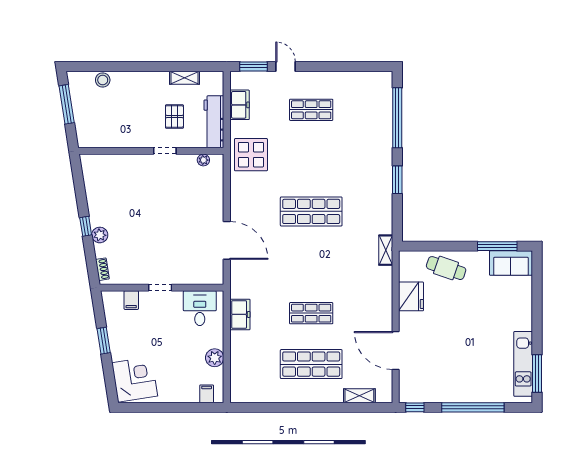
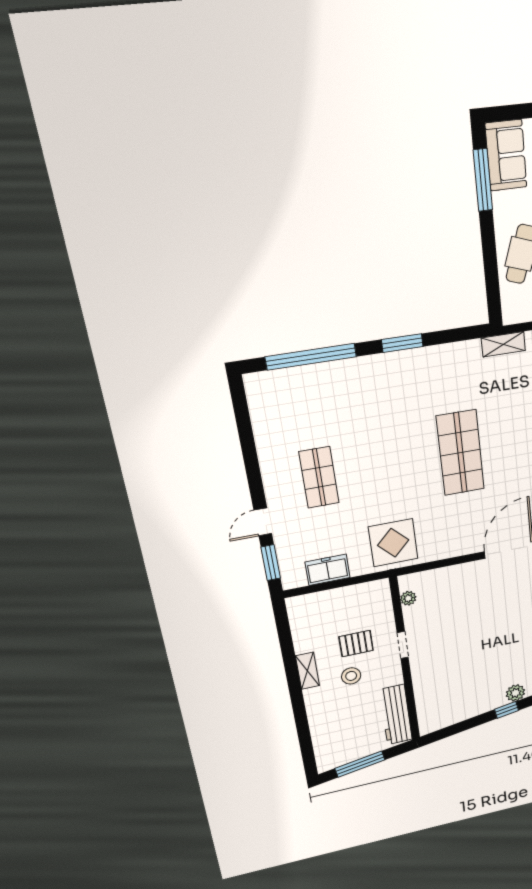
shelving: (184, 78) -> (307, 671), moved
stool: (103, 80) -> (351, 676), moved
workbench: (214, 122) -> (396, 715), moved, turned 90

